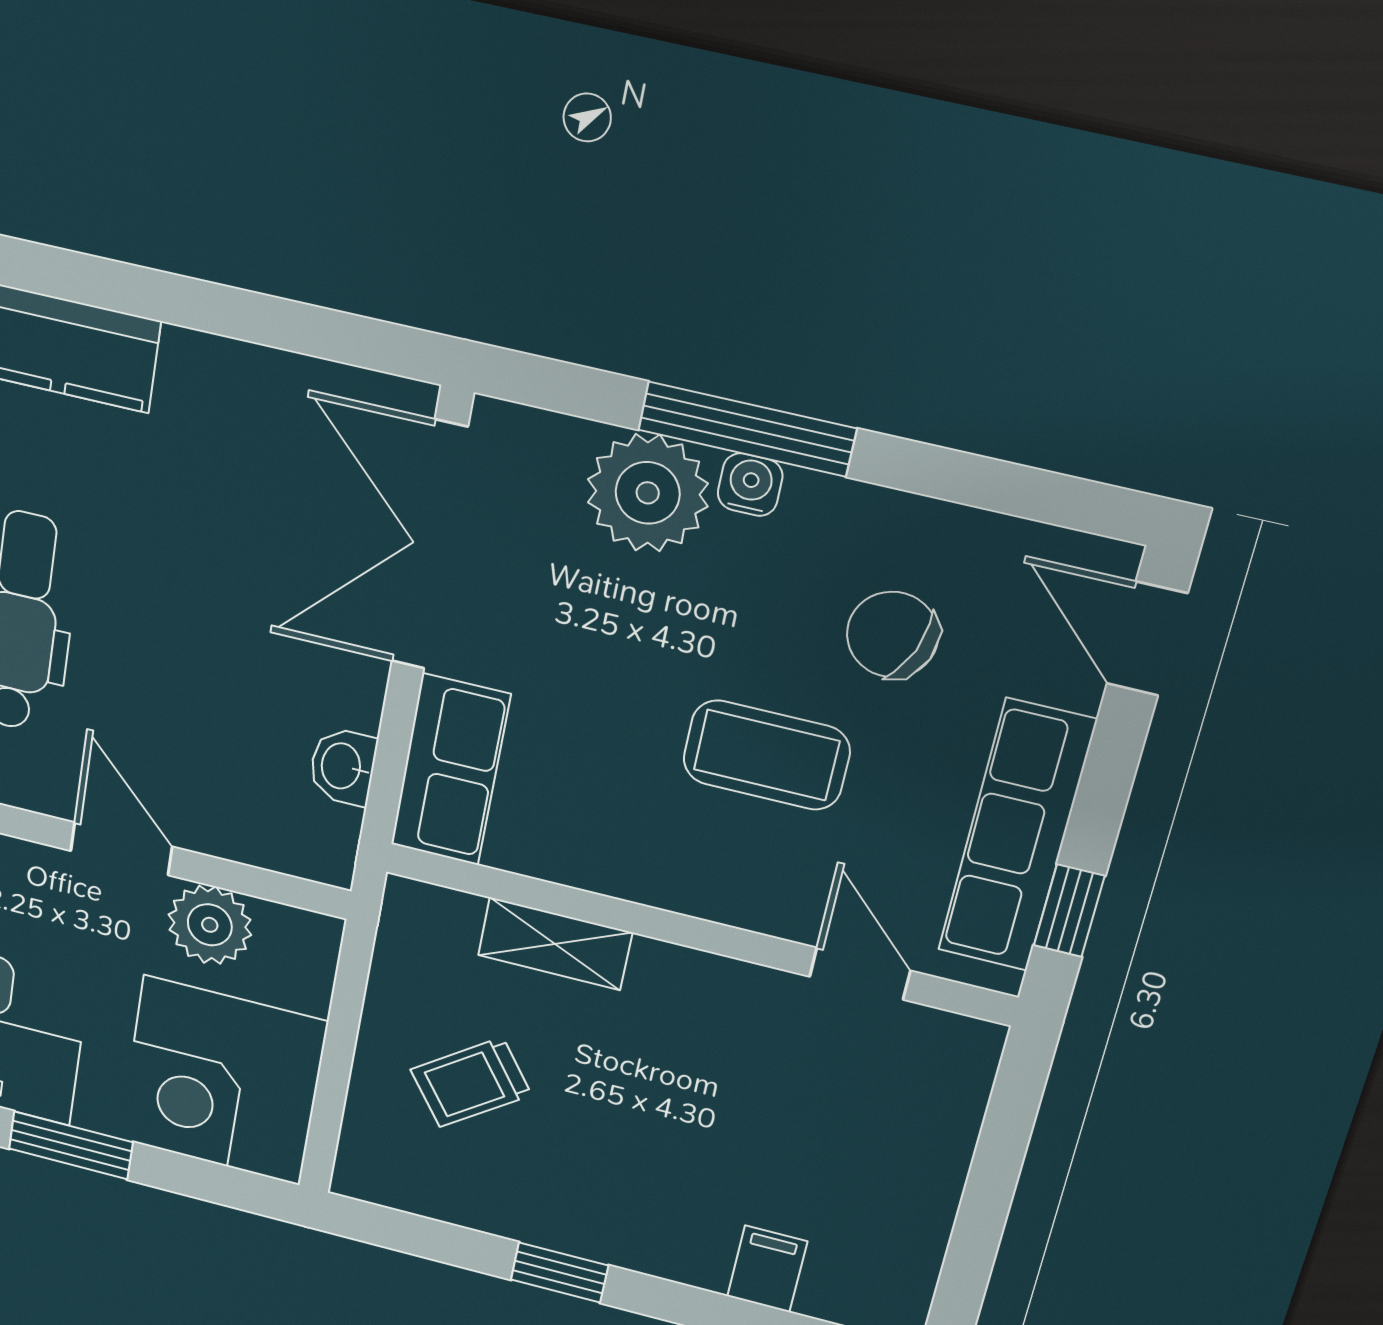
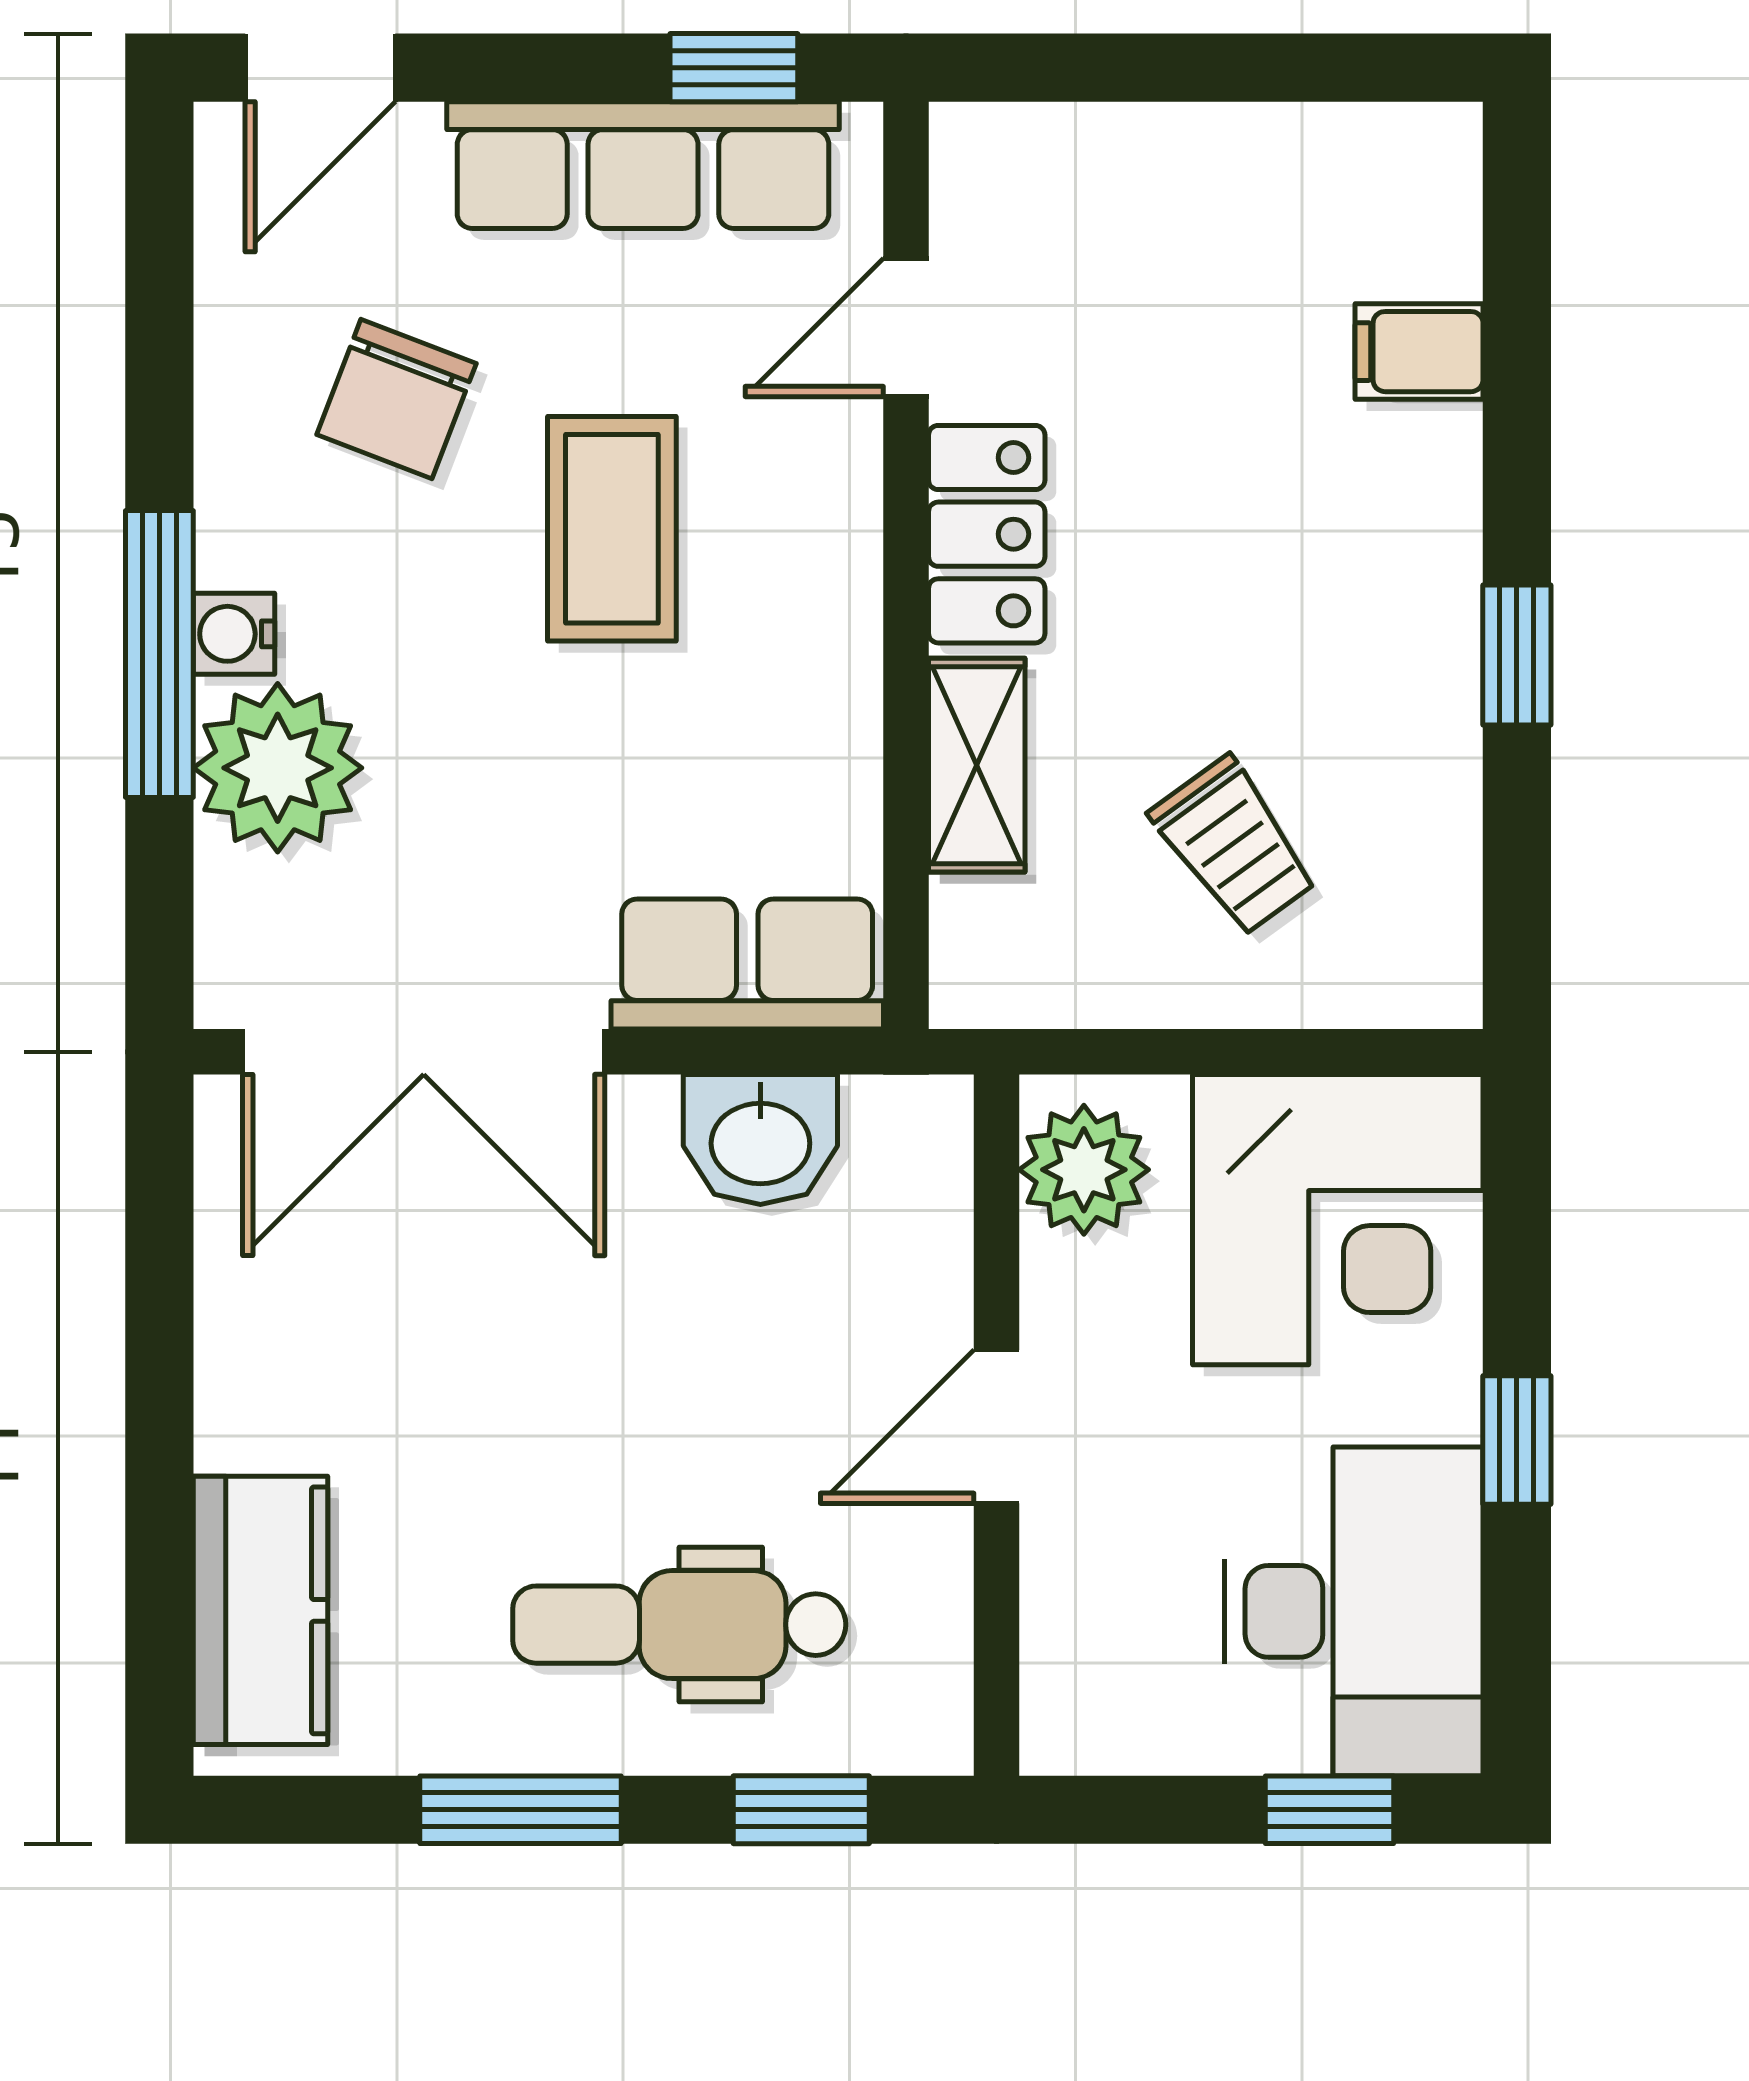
washbasin: (343, 766) -> (760, 1140), width x1.38, depth x1.45
plant: (210, 925) -> (1084, 1170), moved
locker: (708, 988) -> (987, 534), added
window: (71, 1145) -> (1517, 1440), width x0.67

